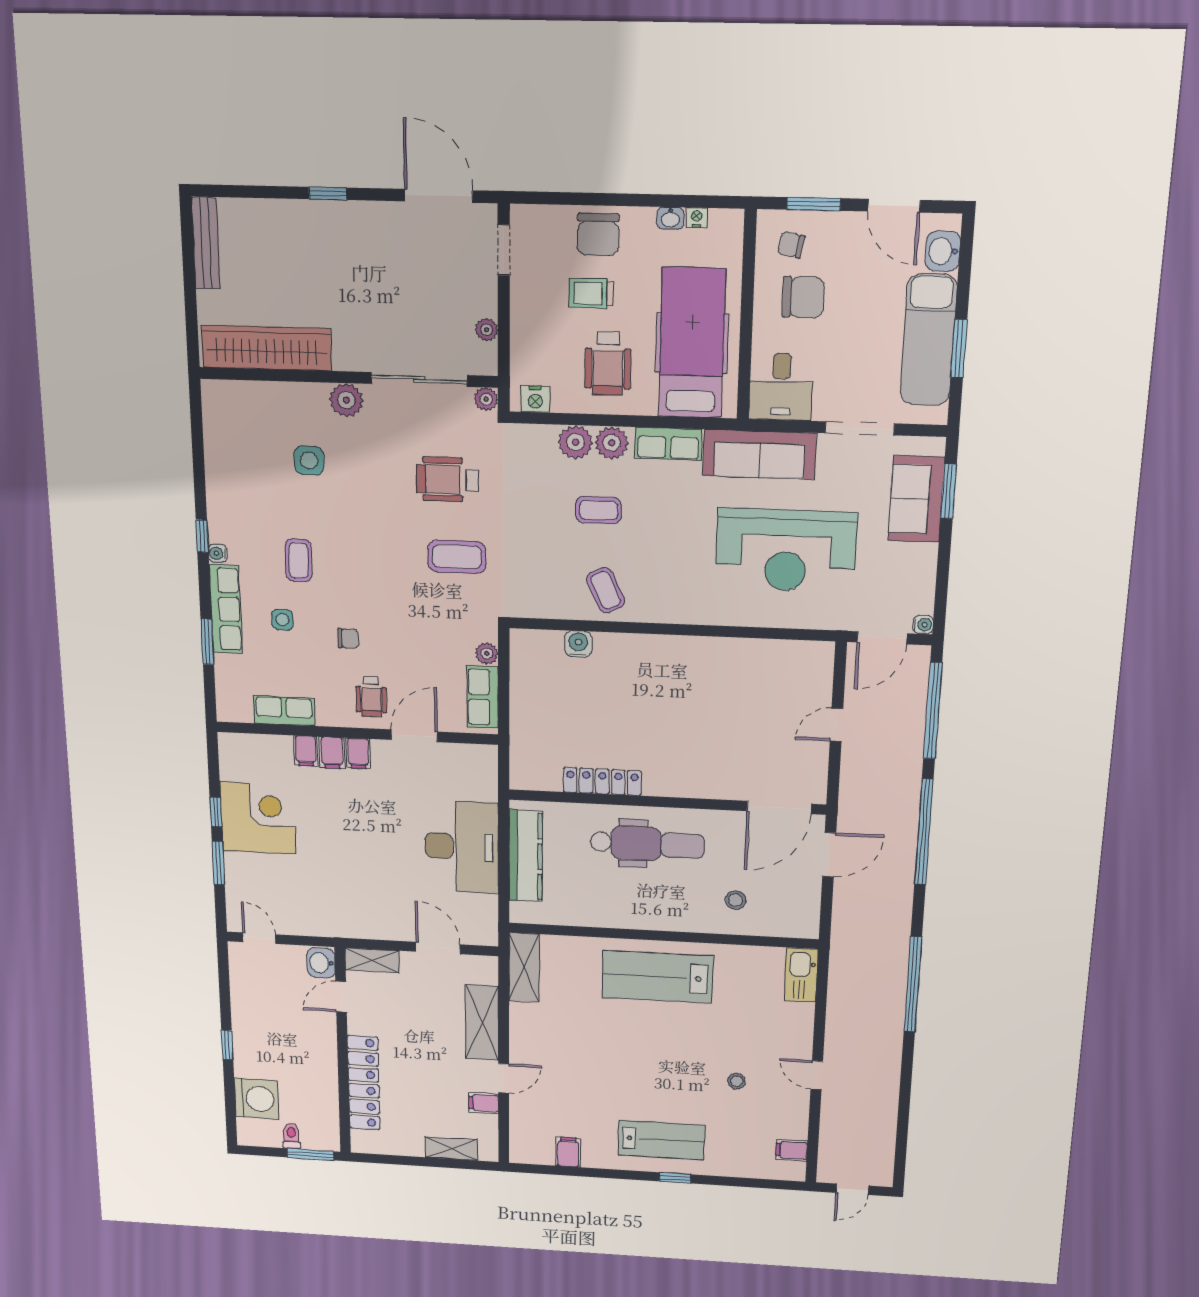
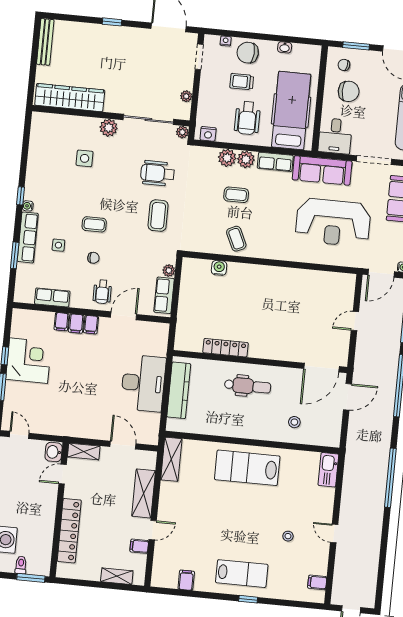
nightstand: (697, 218) -> (226, 41), moved
chair: (598, 234) -> (248, 53), turned 94
coffee table: (457, 557) -> (158, 216), turned 90
coffee table: (299, 560) -> (94, 224), moved, turned 90
dental chair: (647, 844) -> (248, 386), width x0.73, depth x0.72

